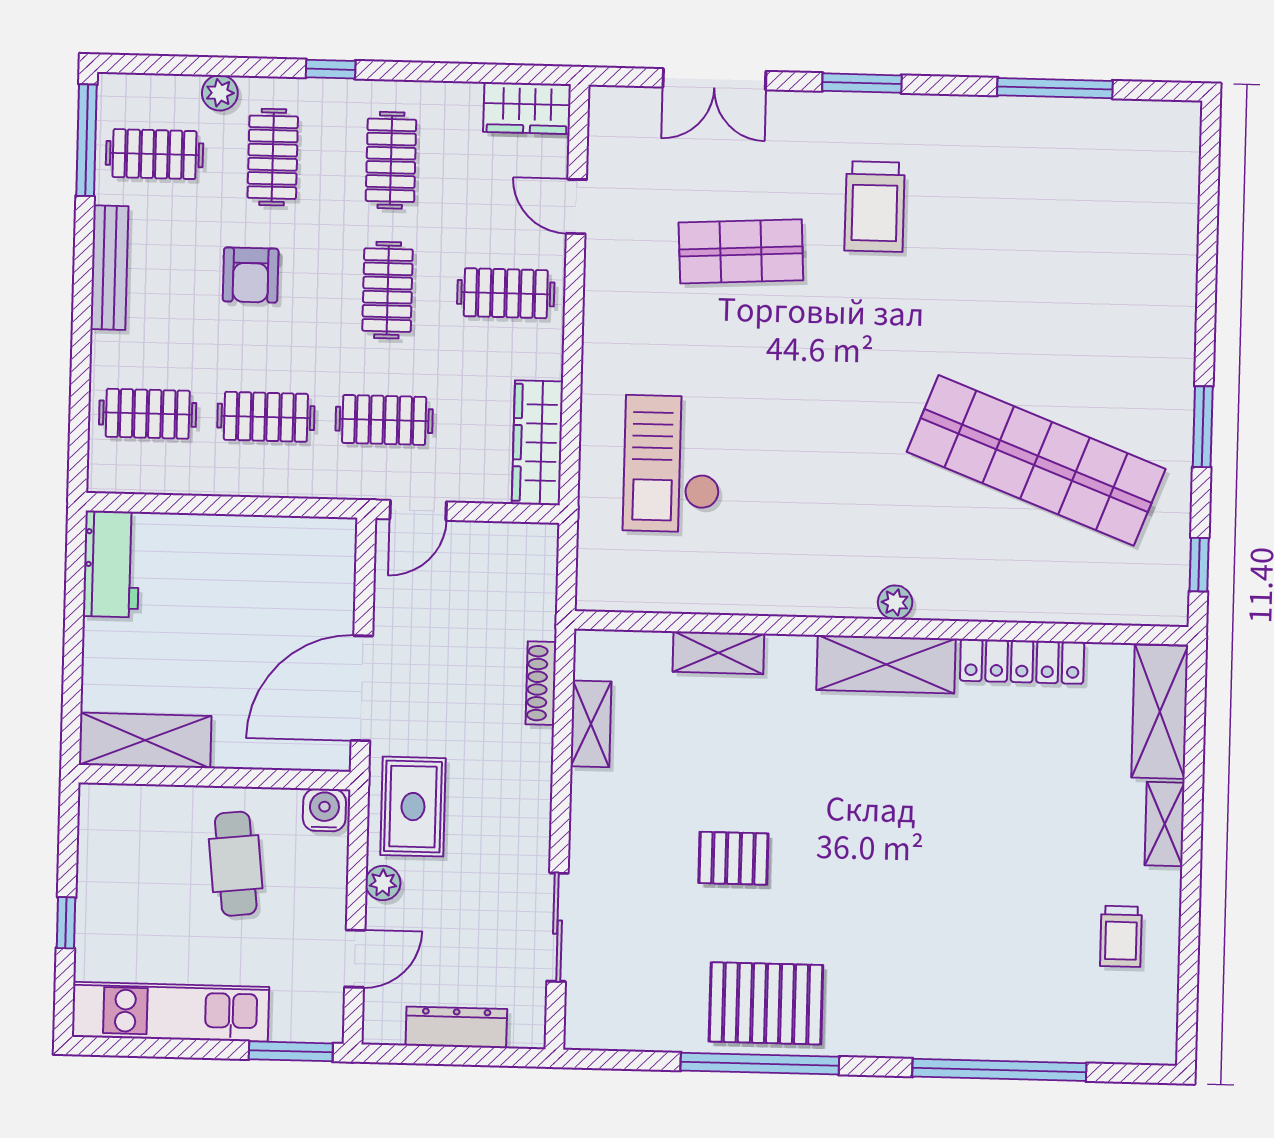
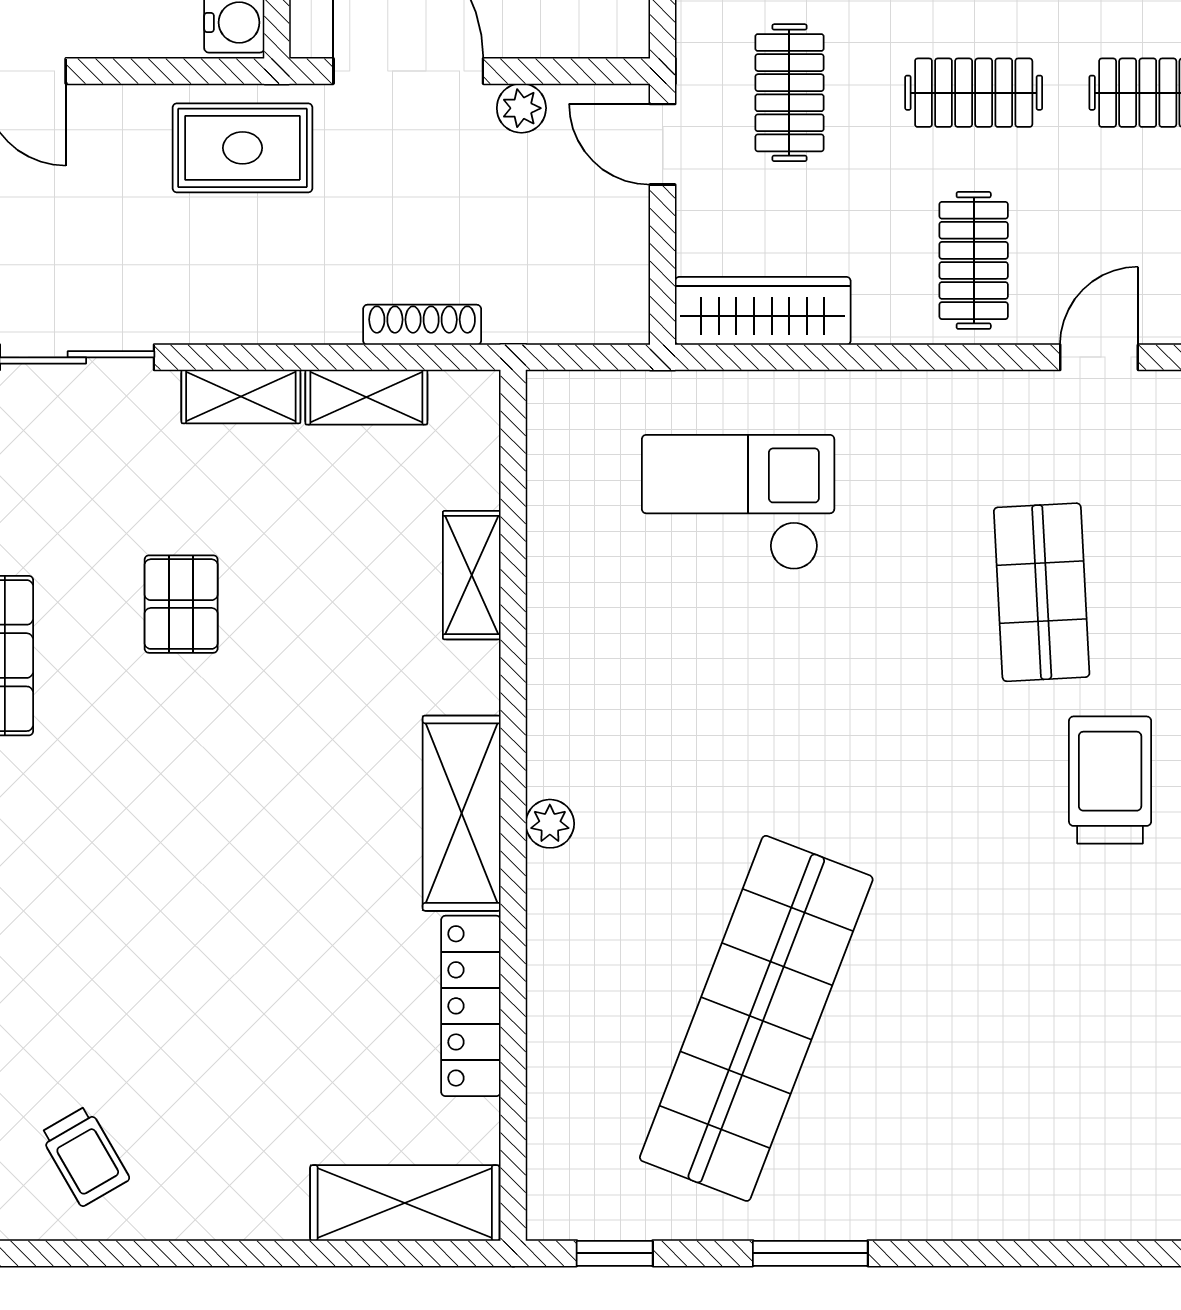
trolley: (875, 207) -> (1110, 780), turned 90
shelving: (1165, 824) -> (241, 397), moved
plant: (383, 883) -> (521, 108), moved
trolley: (1121, 936) -> (85, 1156), turned -120

